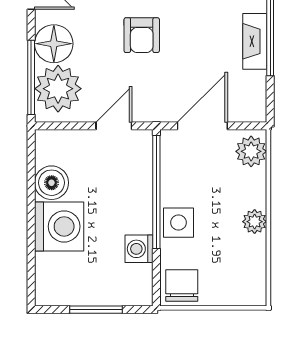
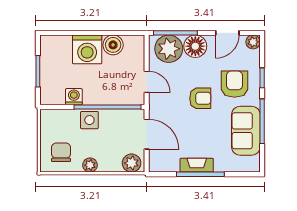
armchair: (142, 35) -> (200, 98), turned 180
chair: (182, 286) -> (61, 152), moved, turned -90

